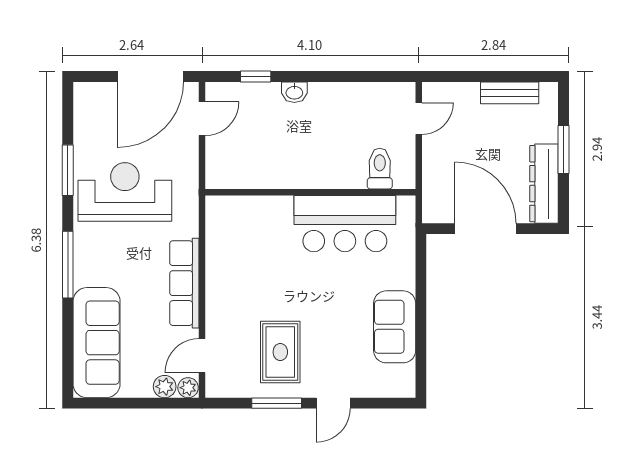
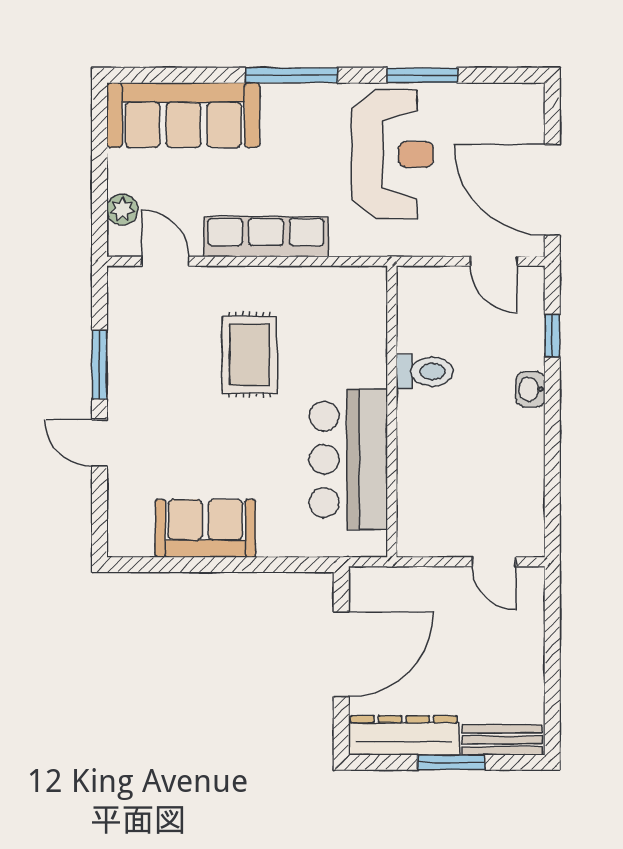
bench: (510, 93) -> (502, 740), moved, turned 90
toilet: (380, 169) -> (425, 372), moved
rug: (280, 352) -> (250, 355), moved, turned 90
plant: (188, 388) -> (121, 242), removed

